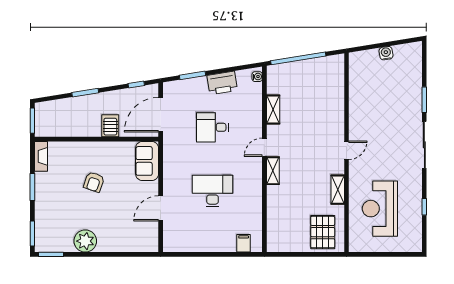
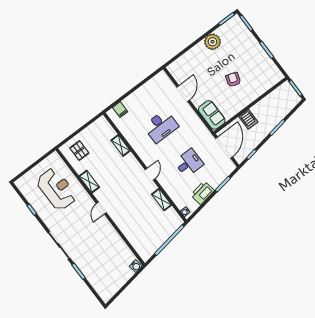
water cooler: (386, 53) -> (136, 266), moved
fireplace: (41, 156) -> (275, 71), removed
shelving: (273, 171) -> (121, 145), moved
pallet: (323, 232) -> (79, 151), width x0.67, depth x0.71

